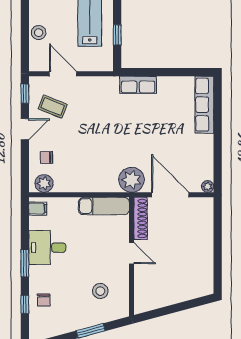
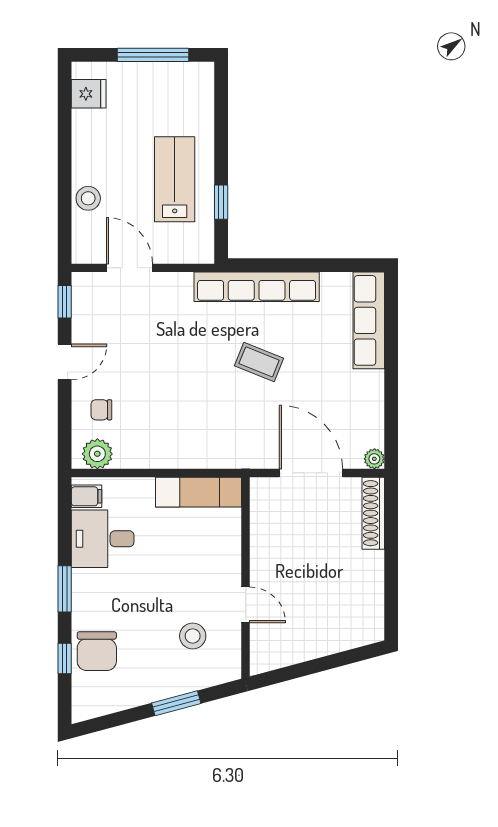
row of seats: (138, 85) -> (257, 287), width x2.02
coffee table: (53, 107) -> (259, 362), moved
plant: (132, 180) -> (245, 448), removed
shoe rack: (141, 219) -> (373, 513), moved, turned 180
desk: (47, 248) -> (103, 539), moved
door: (132, 253) -> (245, 605), moved
chair: (44, 300) -> (97, 651), width x1.87, depth x1.87

